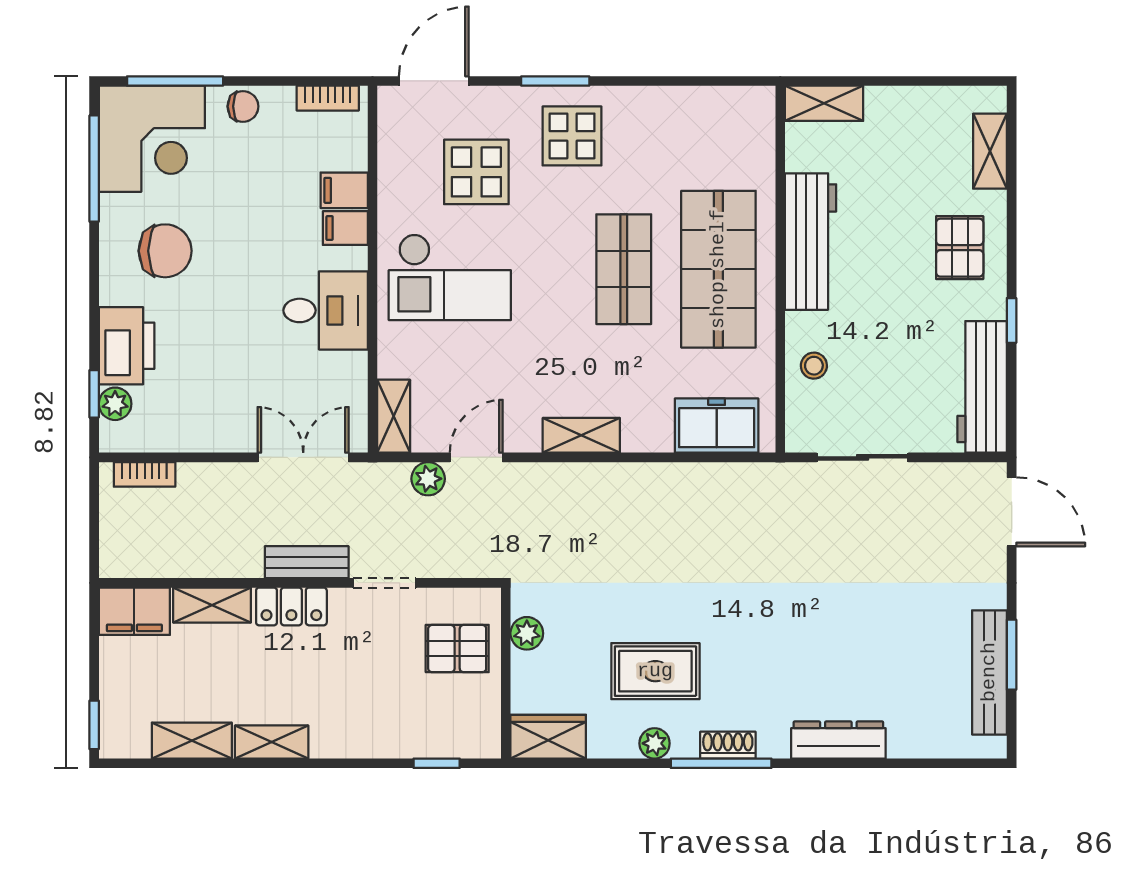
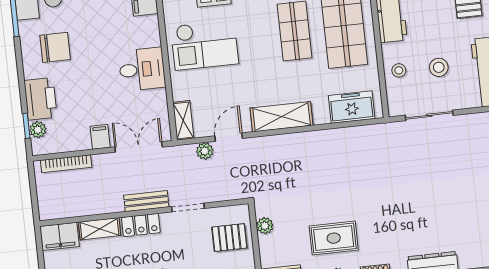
filing cabinet: (345, 228) -> (100, 137), moved, turned 90
stool: (891, 368) -> (439, 67), added
shelving: (581, 435) -> (282, 117), width x1.50, depth x1.33
bookcase: (145, 474) -> (66, 164), width x1.56

